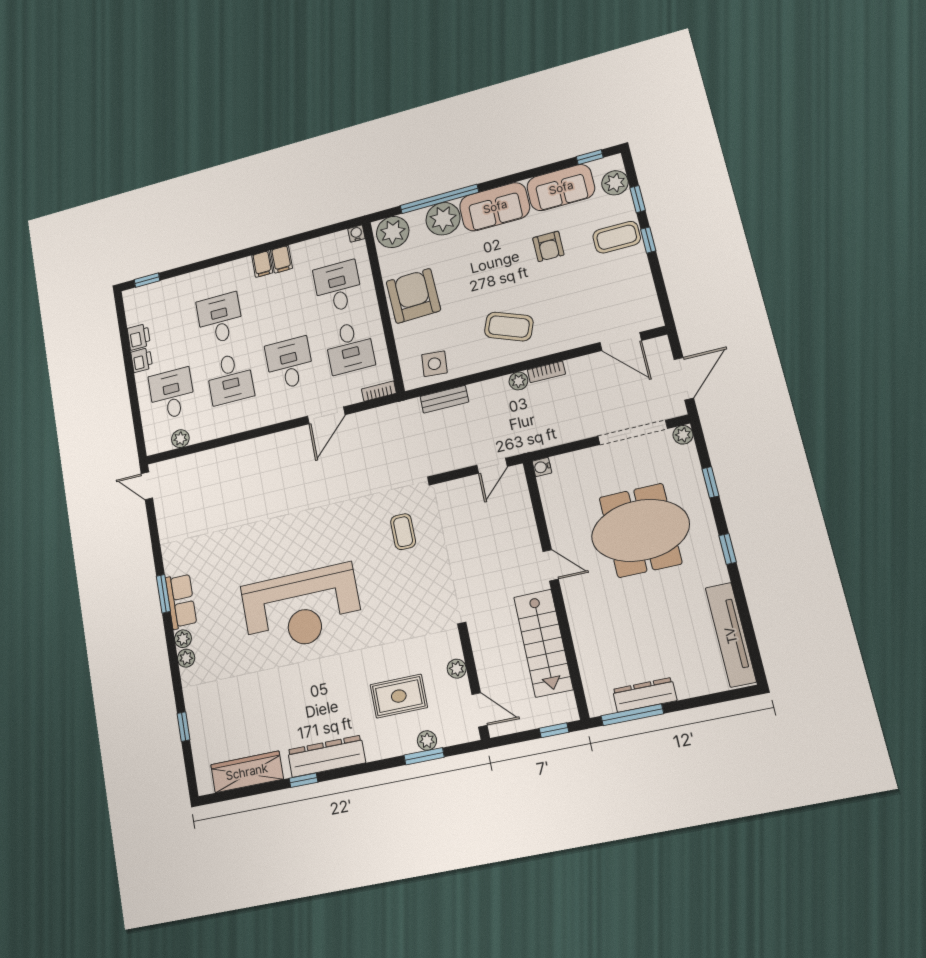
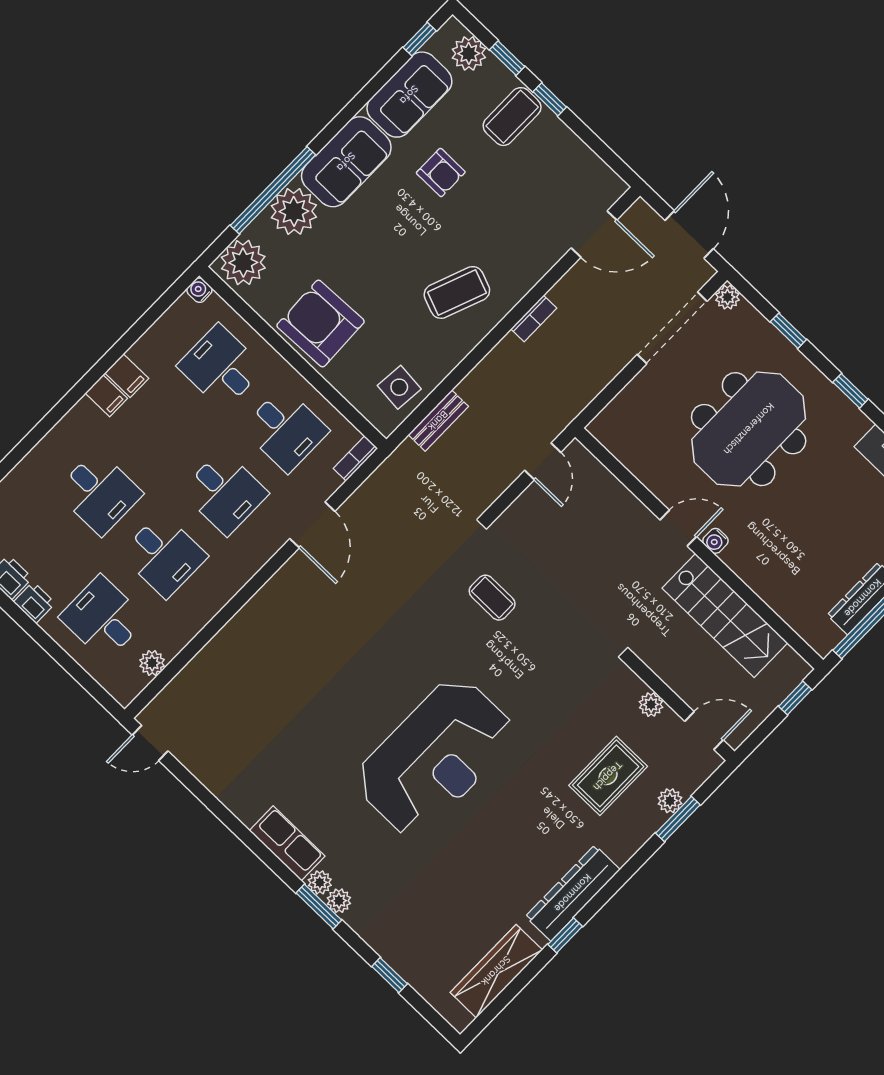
desk: (220, 318) -> (99, 493), turned 180
desk: (289, 363) -> (225, 492), turned 180
plant: (518, 381) -> (509, 348), removed
water cooler: (542, 467) -> (715, 541), moved
window: (163, 594) -> (319, 907), moved

